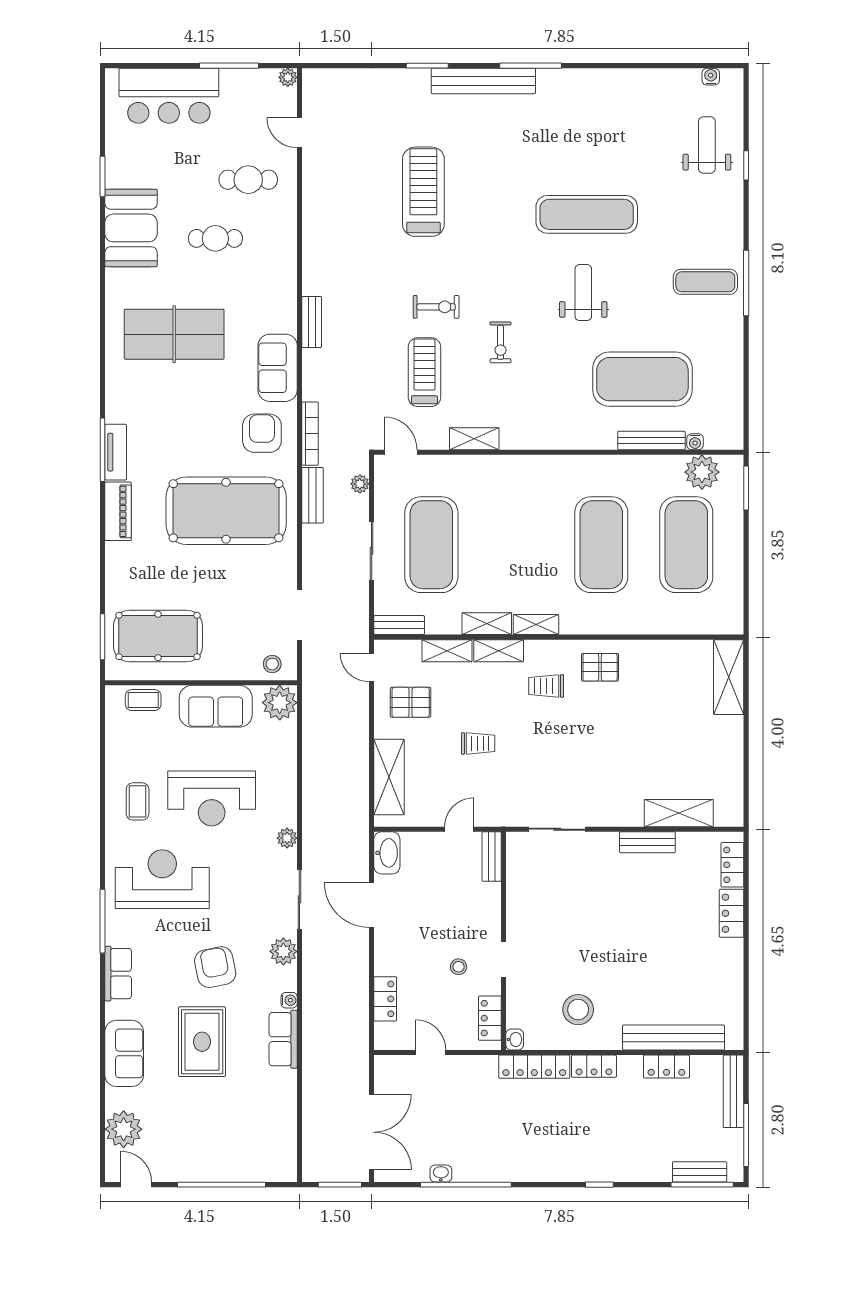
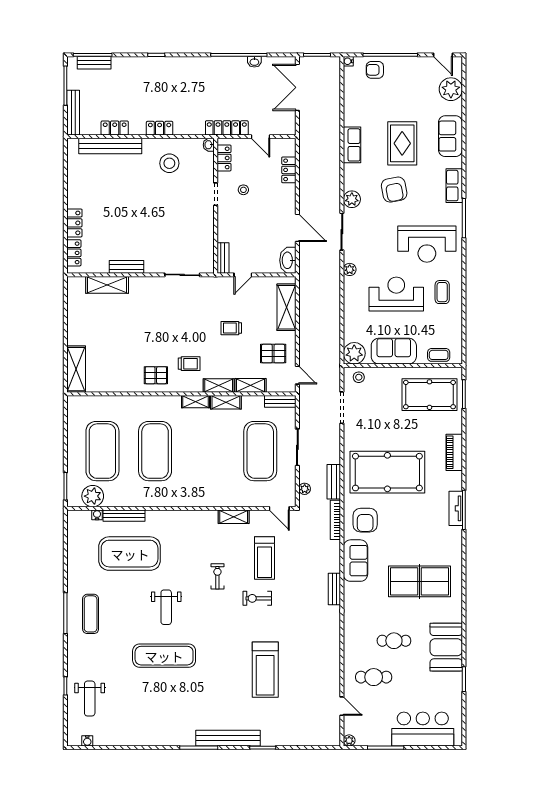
exercise mat: (705, 282) -> (91, 614), turned 90
piano: (118, 511) -> (454, 452), moved
water cooler: (289, 1000) -> (348, 61), moved
locker: (534, 1067) -> (227, 128), moved
armchair: (246, 1160) -> (375, 70), added

